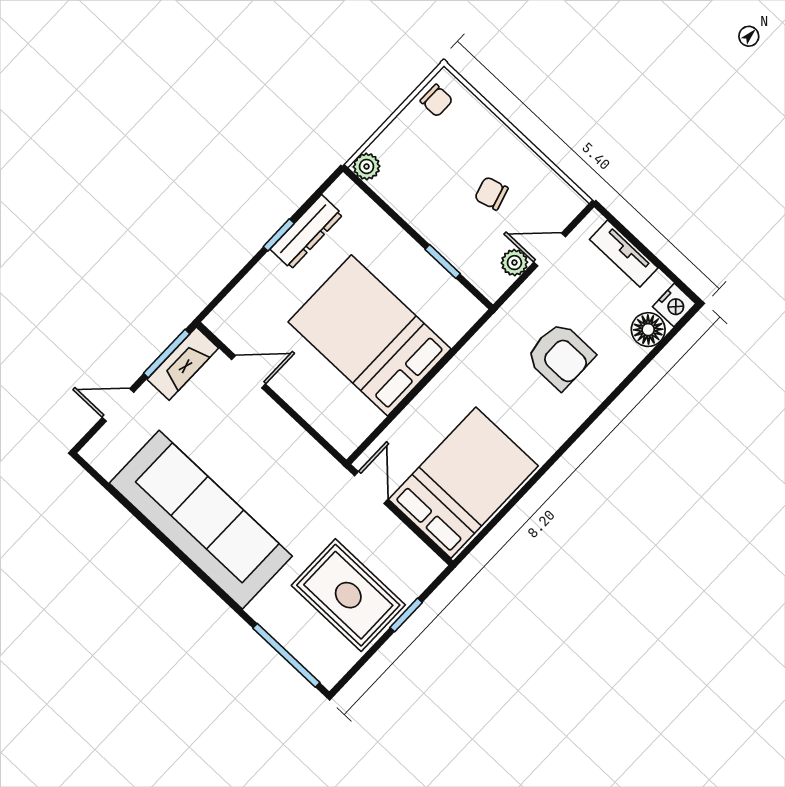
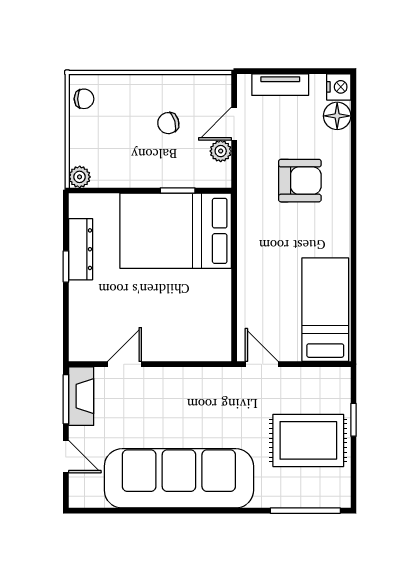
bed: (369, 335) -> (176, 231), moved
door: (118, 405) -> (66, 457), swing flipped
bed: (463, 483) -> (325, 310), width x0.67

